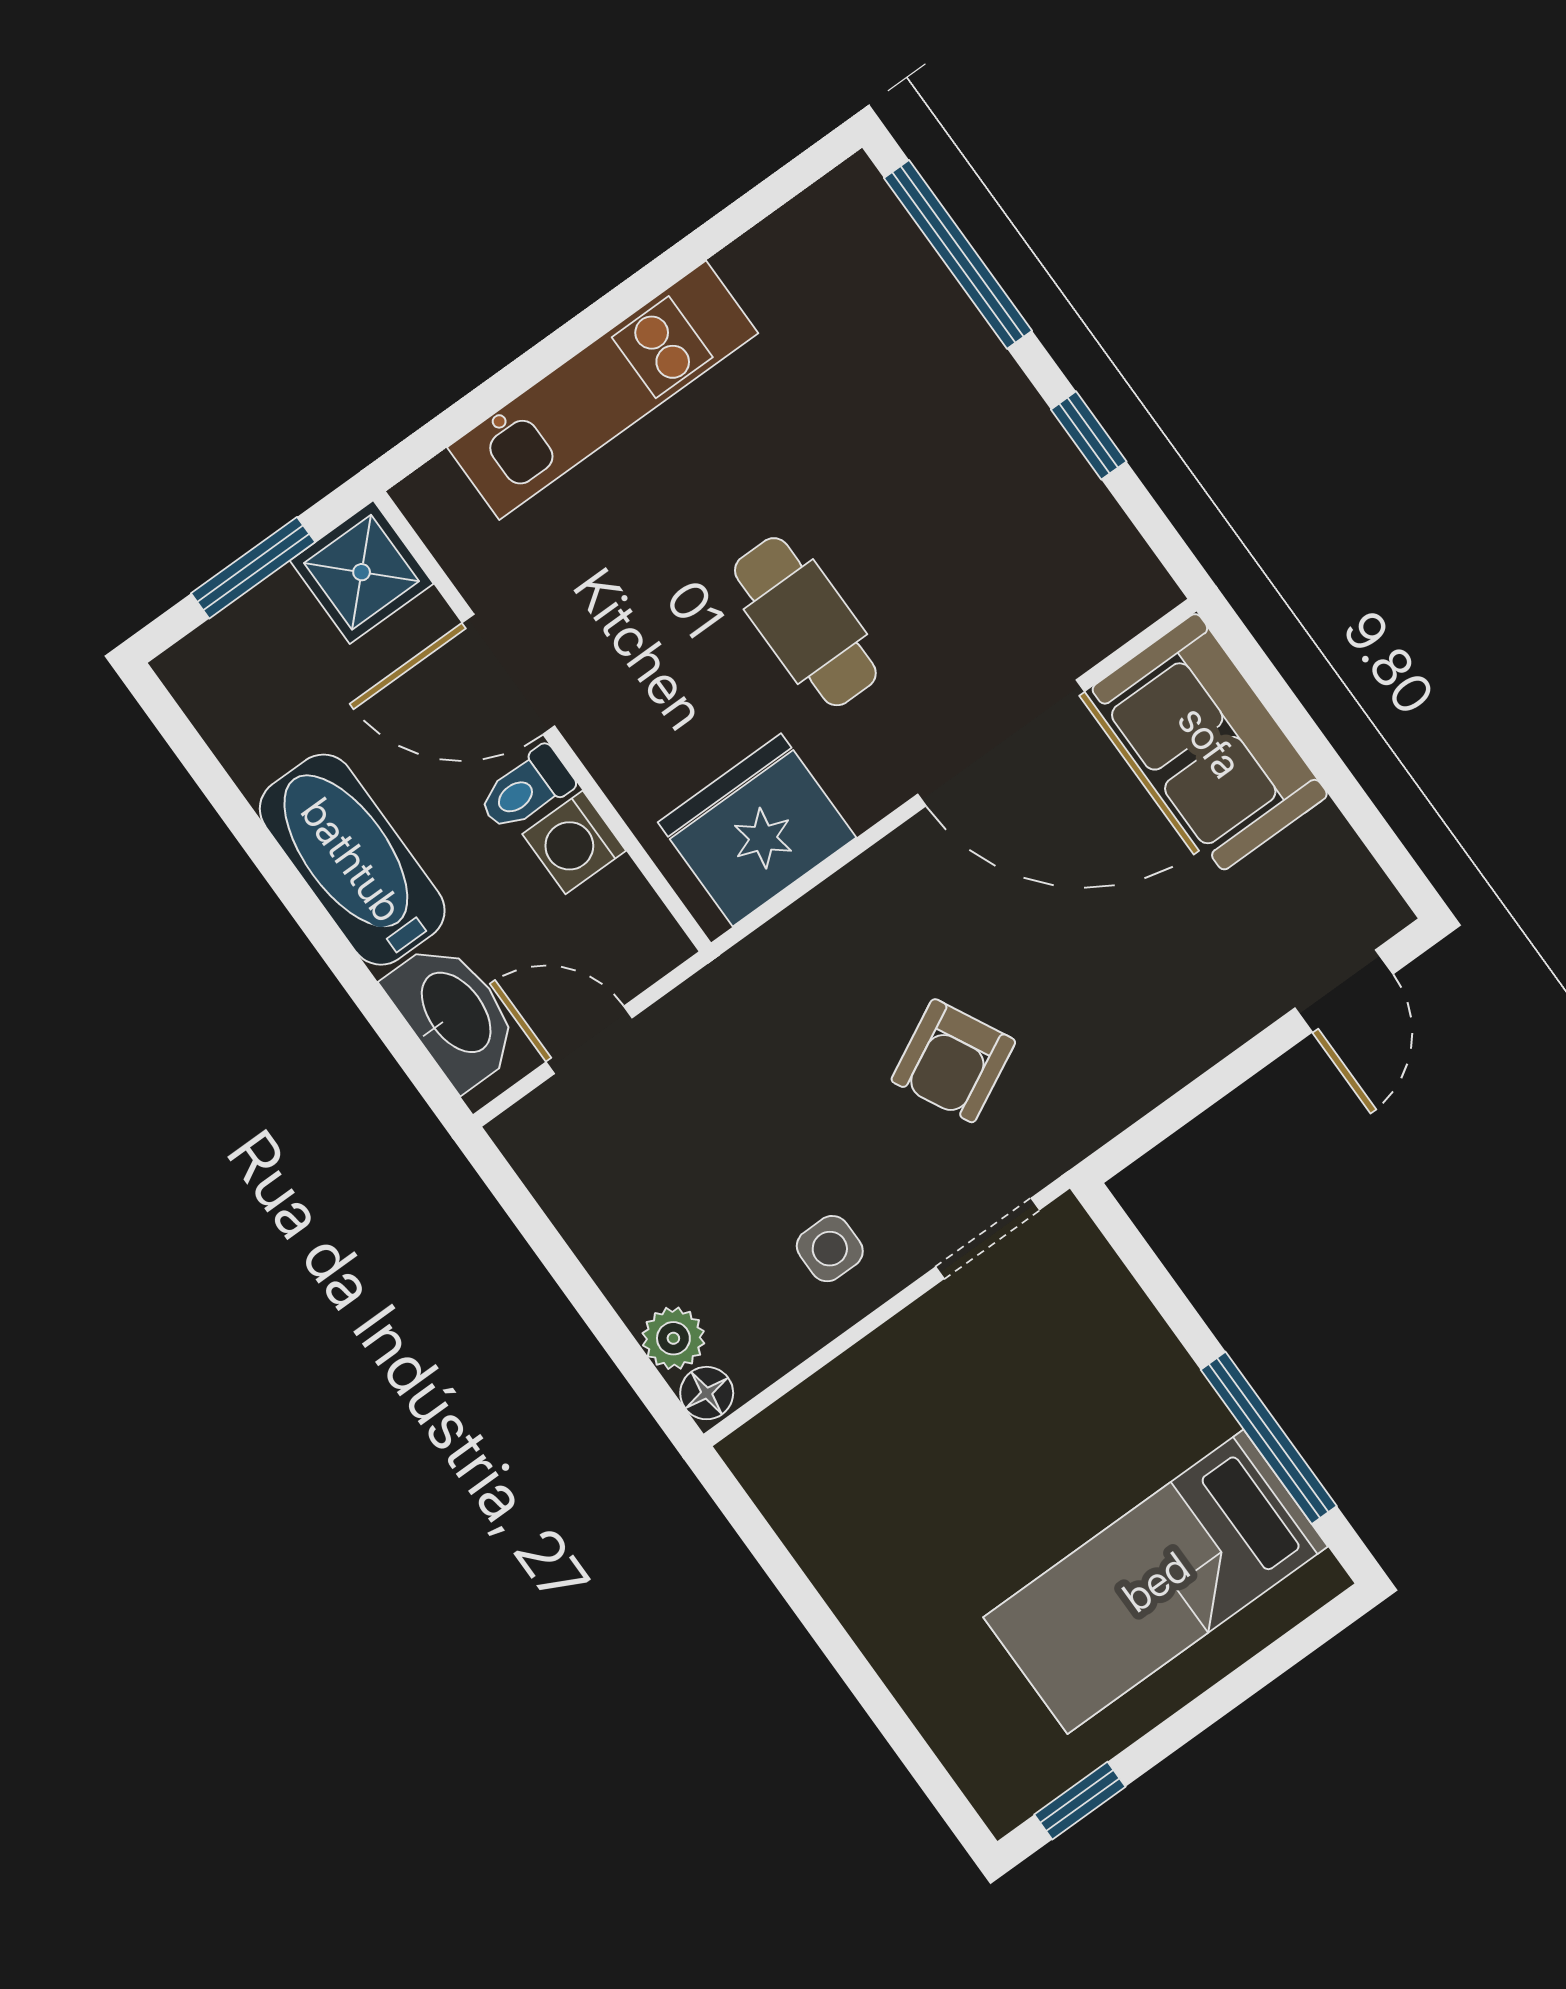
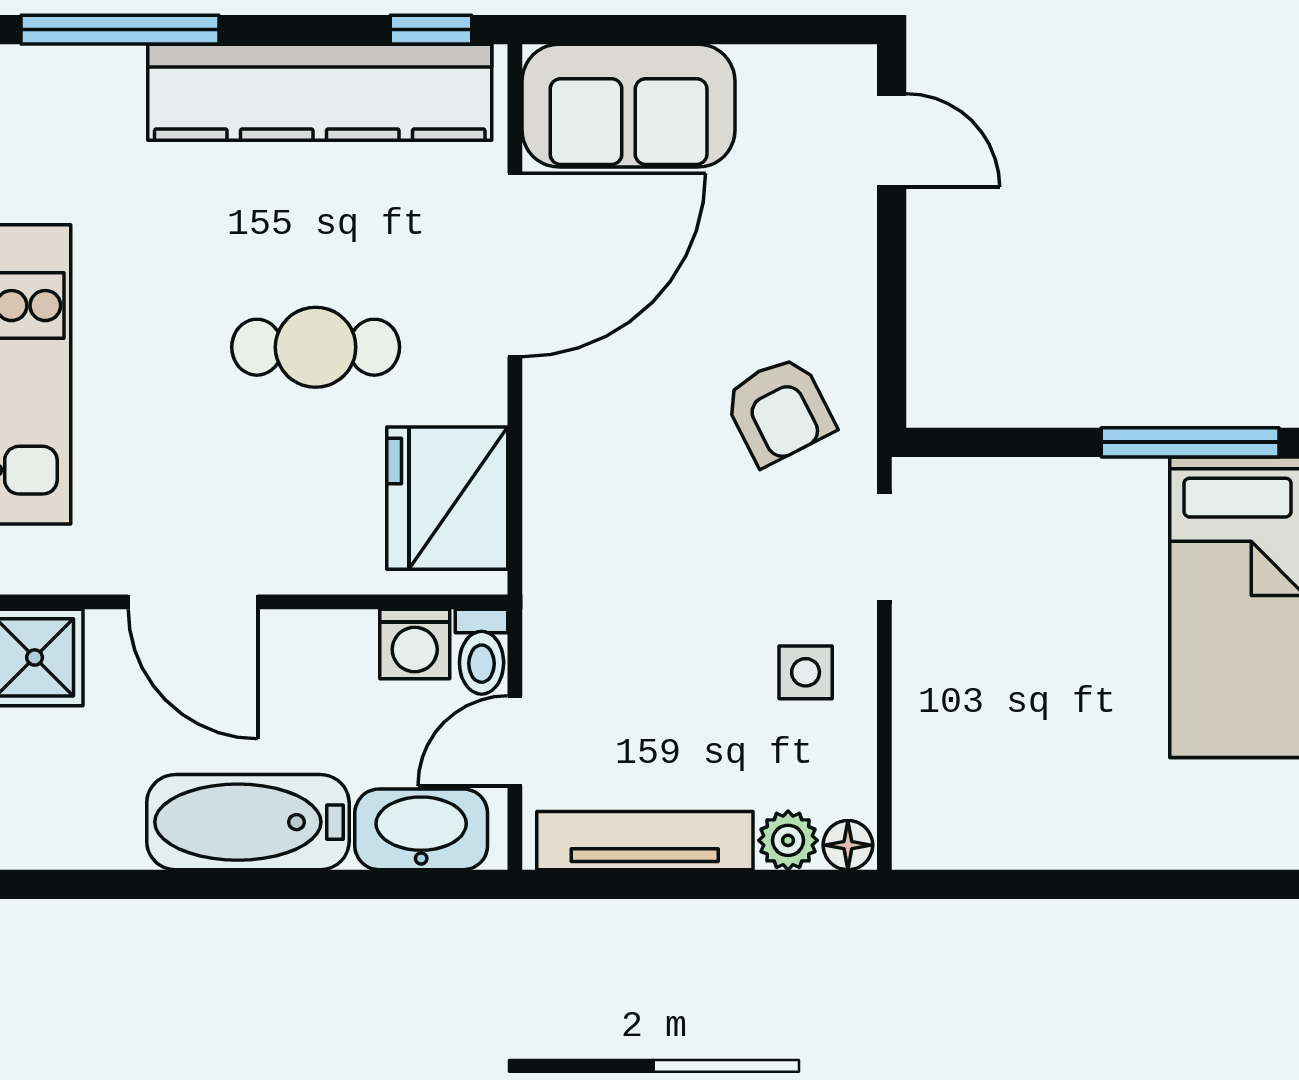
window: (1089, 435) -> (431, 30), moved
kitchen counter: (1029, 466) -> (320, 92), added
door: (508, 674) -> (193, 602), hinge flipped
toilet: (526, 789) -> (482, 652), moved
washing machine: (574, 842) -> (415, 644), moved
armchair: (953, 1061) -> (779, 411), moved
tv unit: (584, 1214) -> (645, 841), added

